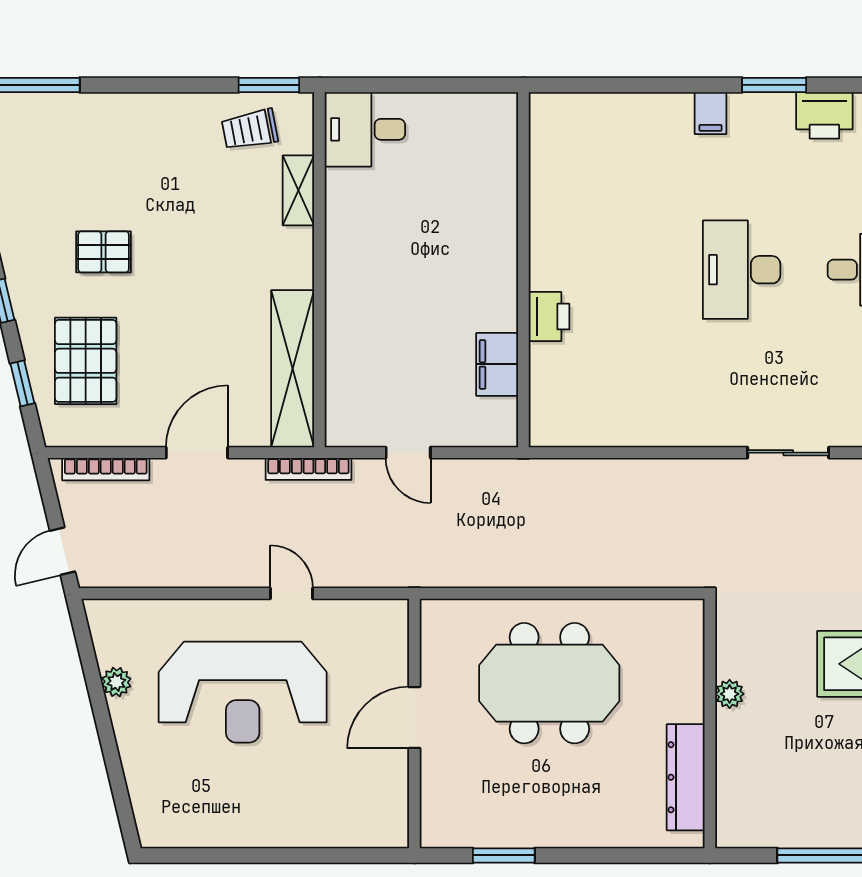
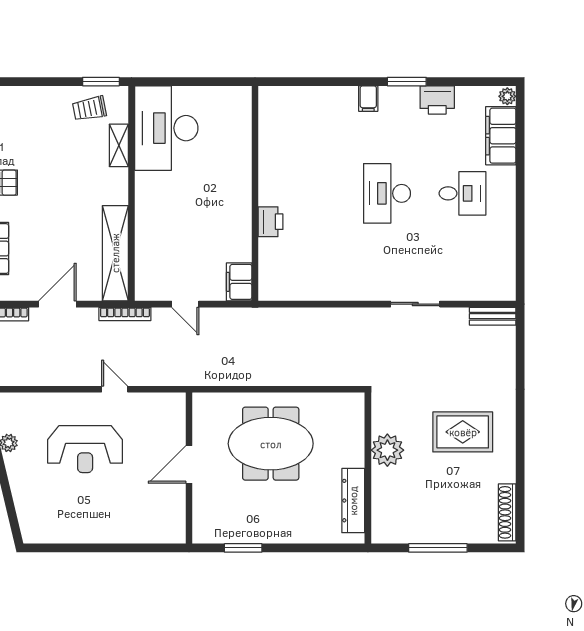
desk: (365, 129) -> (166, 128), width x1.87, depth x1.30
filing cabinet: (497, 364) -> (239, 282), moved
reception desk: (243, 692) -> (85, 449), width x0.74, depth x0.77
plant: (730, 694) -> (387, 450), width x1.87, depth x1.87

